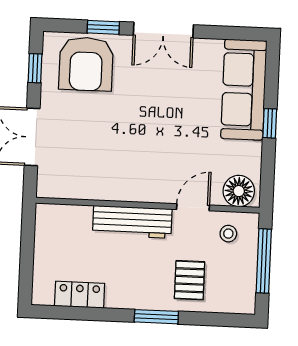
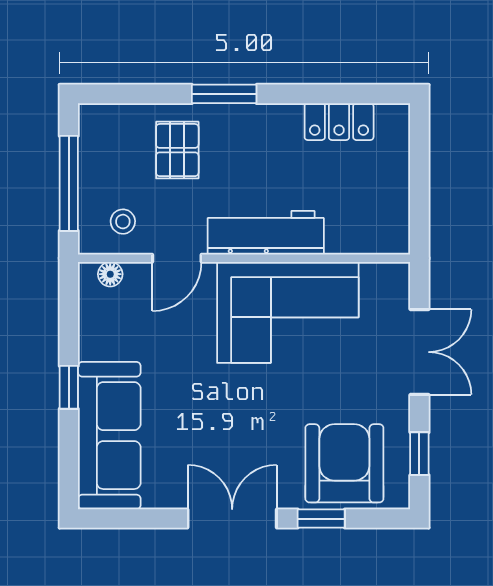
corner sofa: (120, 167) -> (288, 312), added
floor lamp: (239, 191) -> (110, 274), width x0.53, depth x0.53

